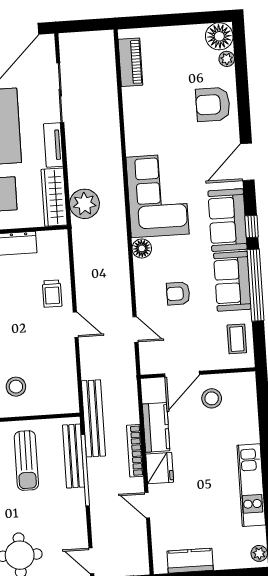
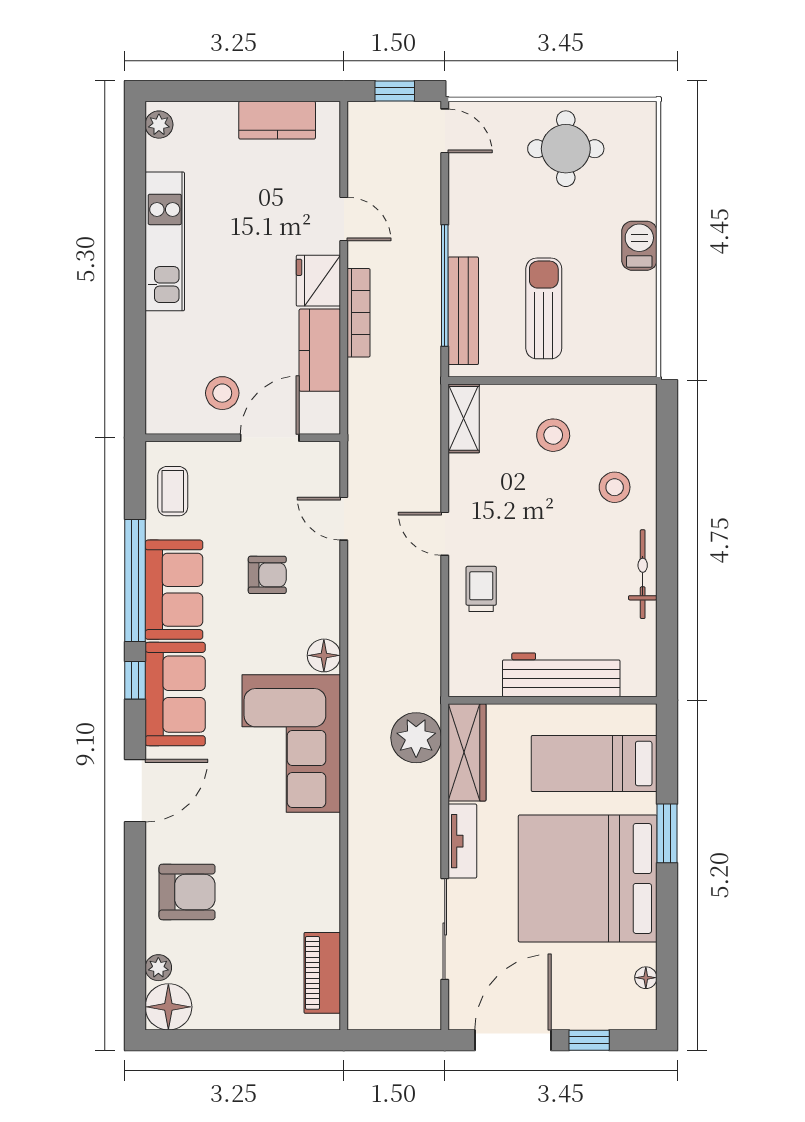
shelving: (69, 393) -> (464, 418), added
bench: (93, 418) -> (425, 372), removed

